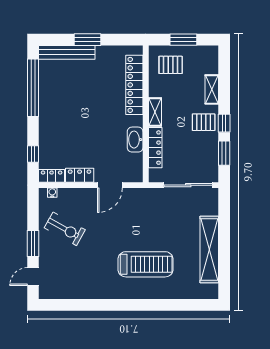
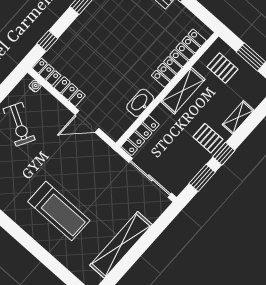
shelving: (155, 112) -> (183, 91), width x1.50, depth x1.33
locker: (155, 148) -> (140, 135), moved

